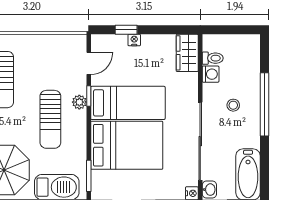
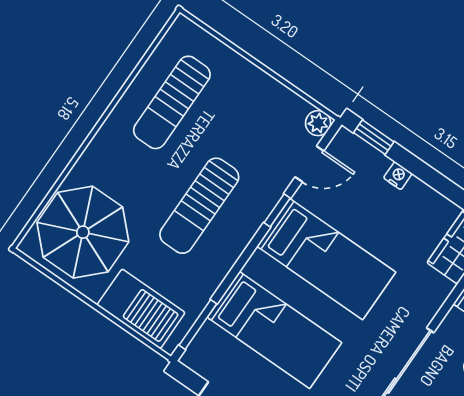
window: (126, 30) -> (374, 137), moved
plant: (79, 102) -> (318, 123), moved
bed: (127, 145) -> (275, 330), width x0.67

